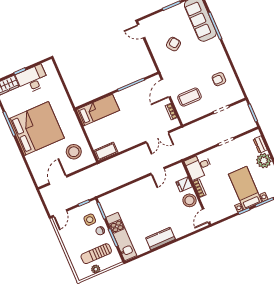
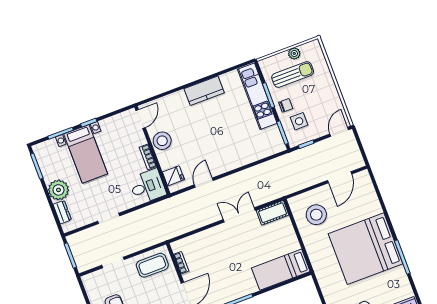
coffee table: (189, 97) -> (152, 265), moved
double door: (157, 137) -> (239, 215), moved
fridge: (184, 184) -> (173, 176), moved

